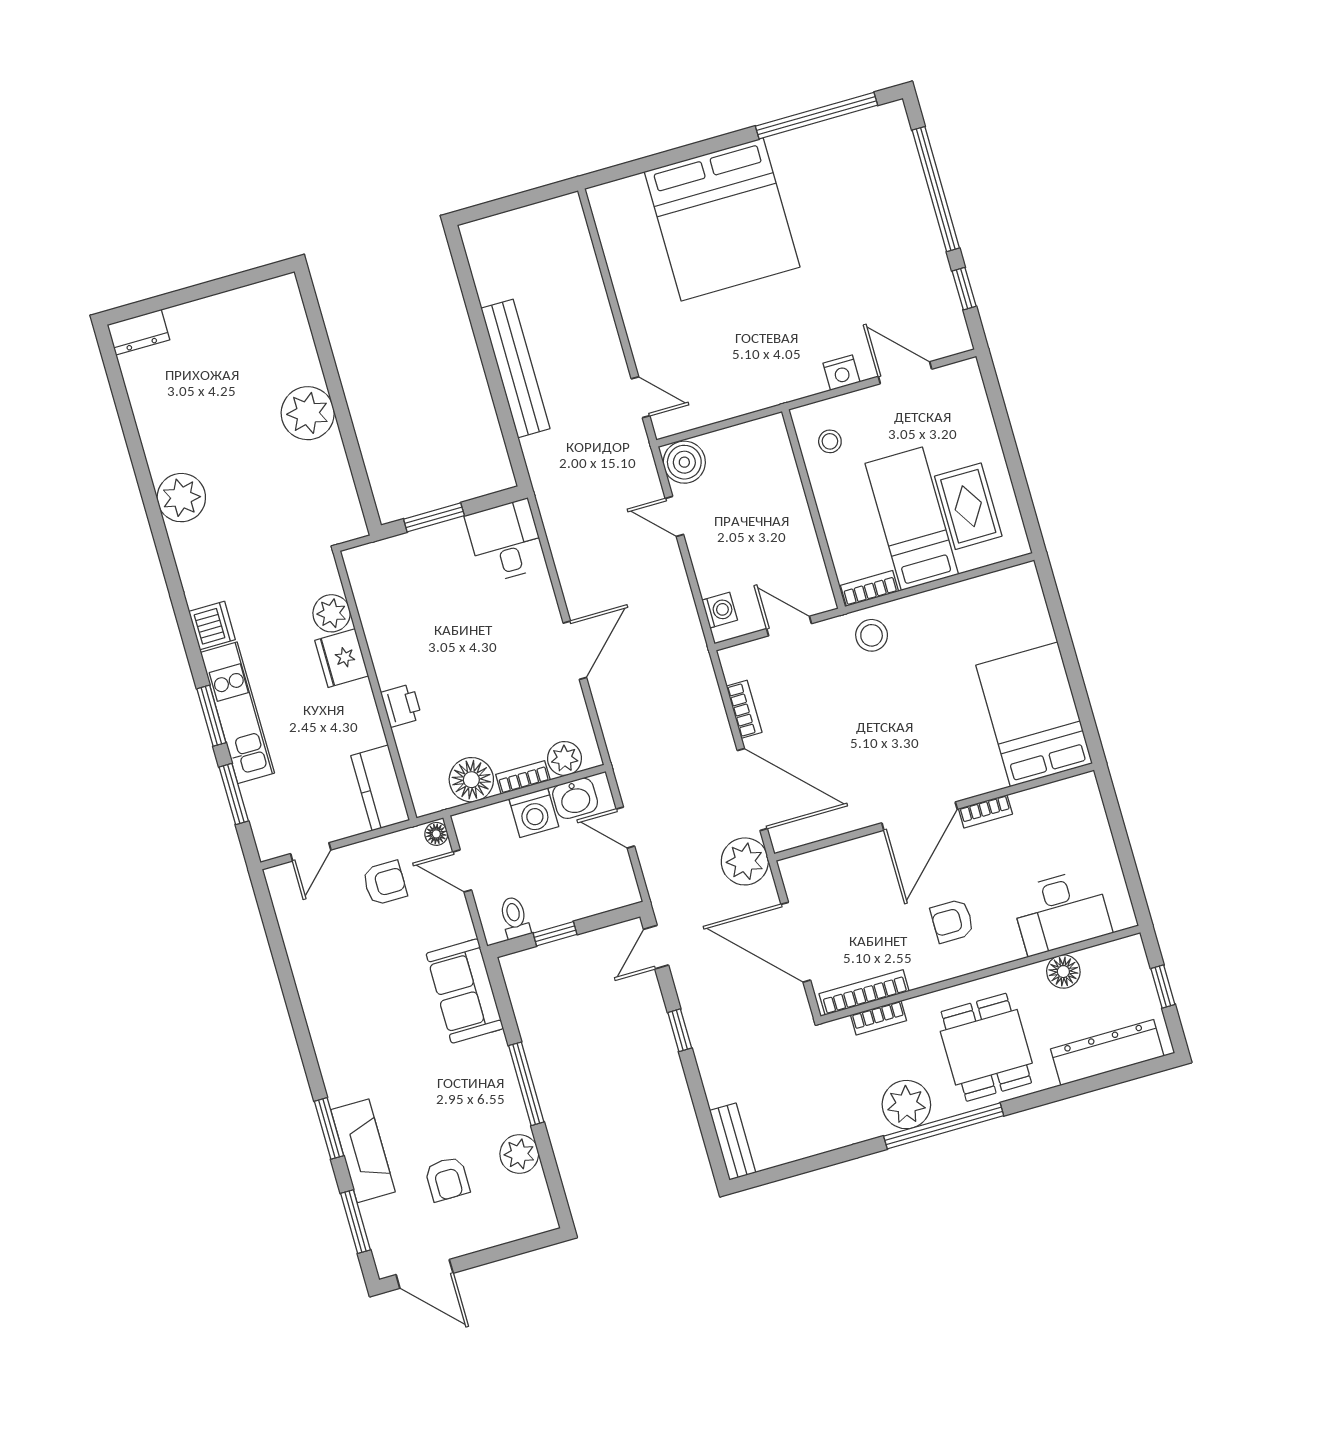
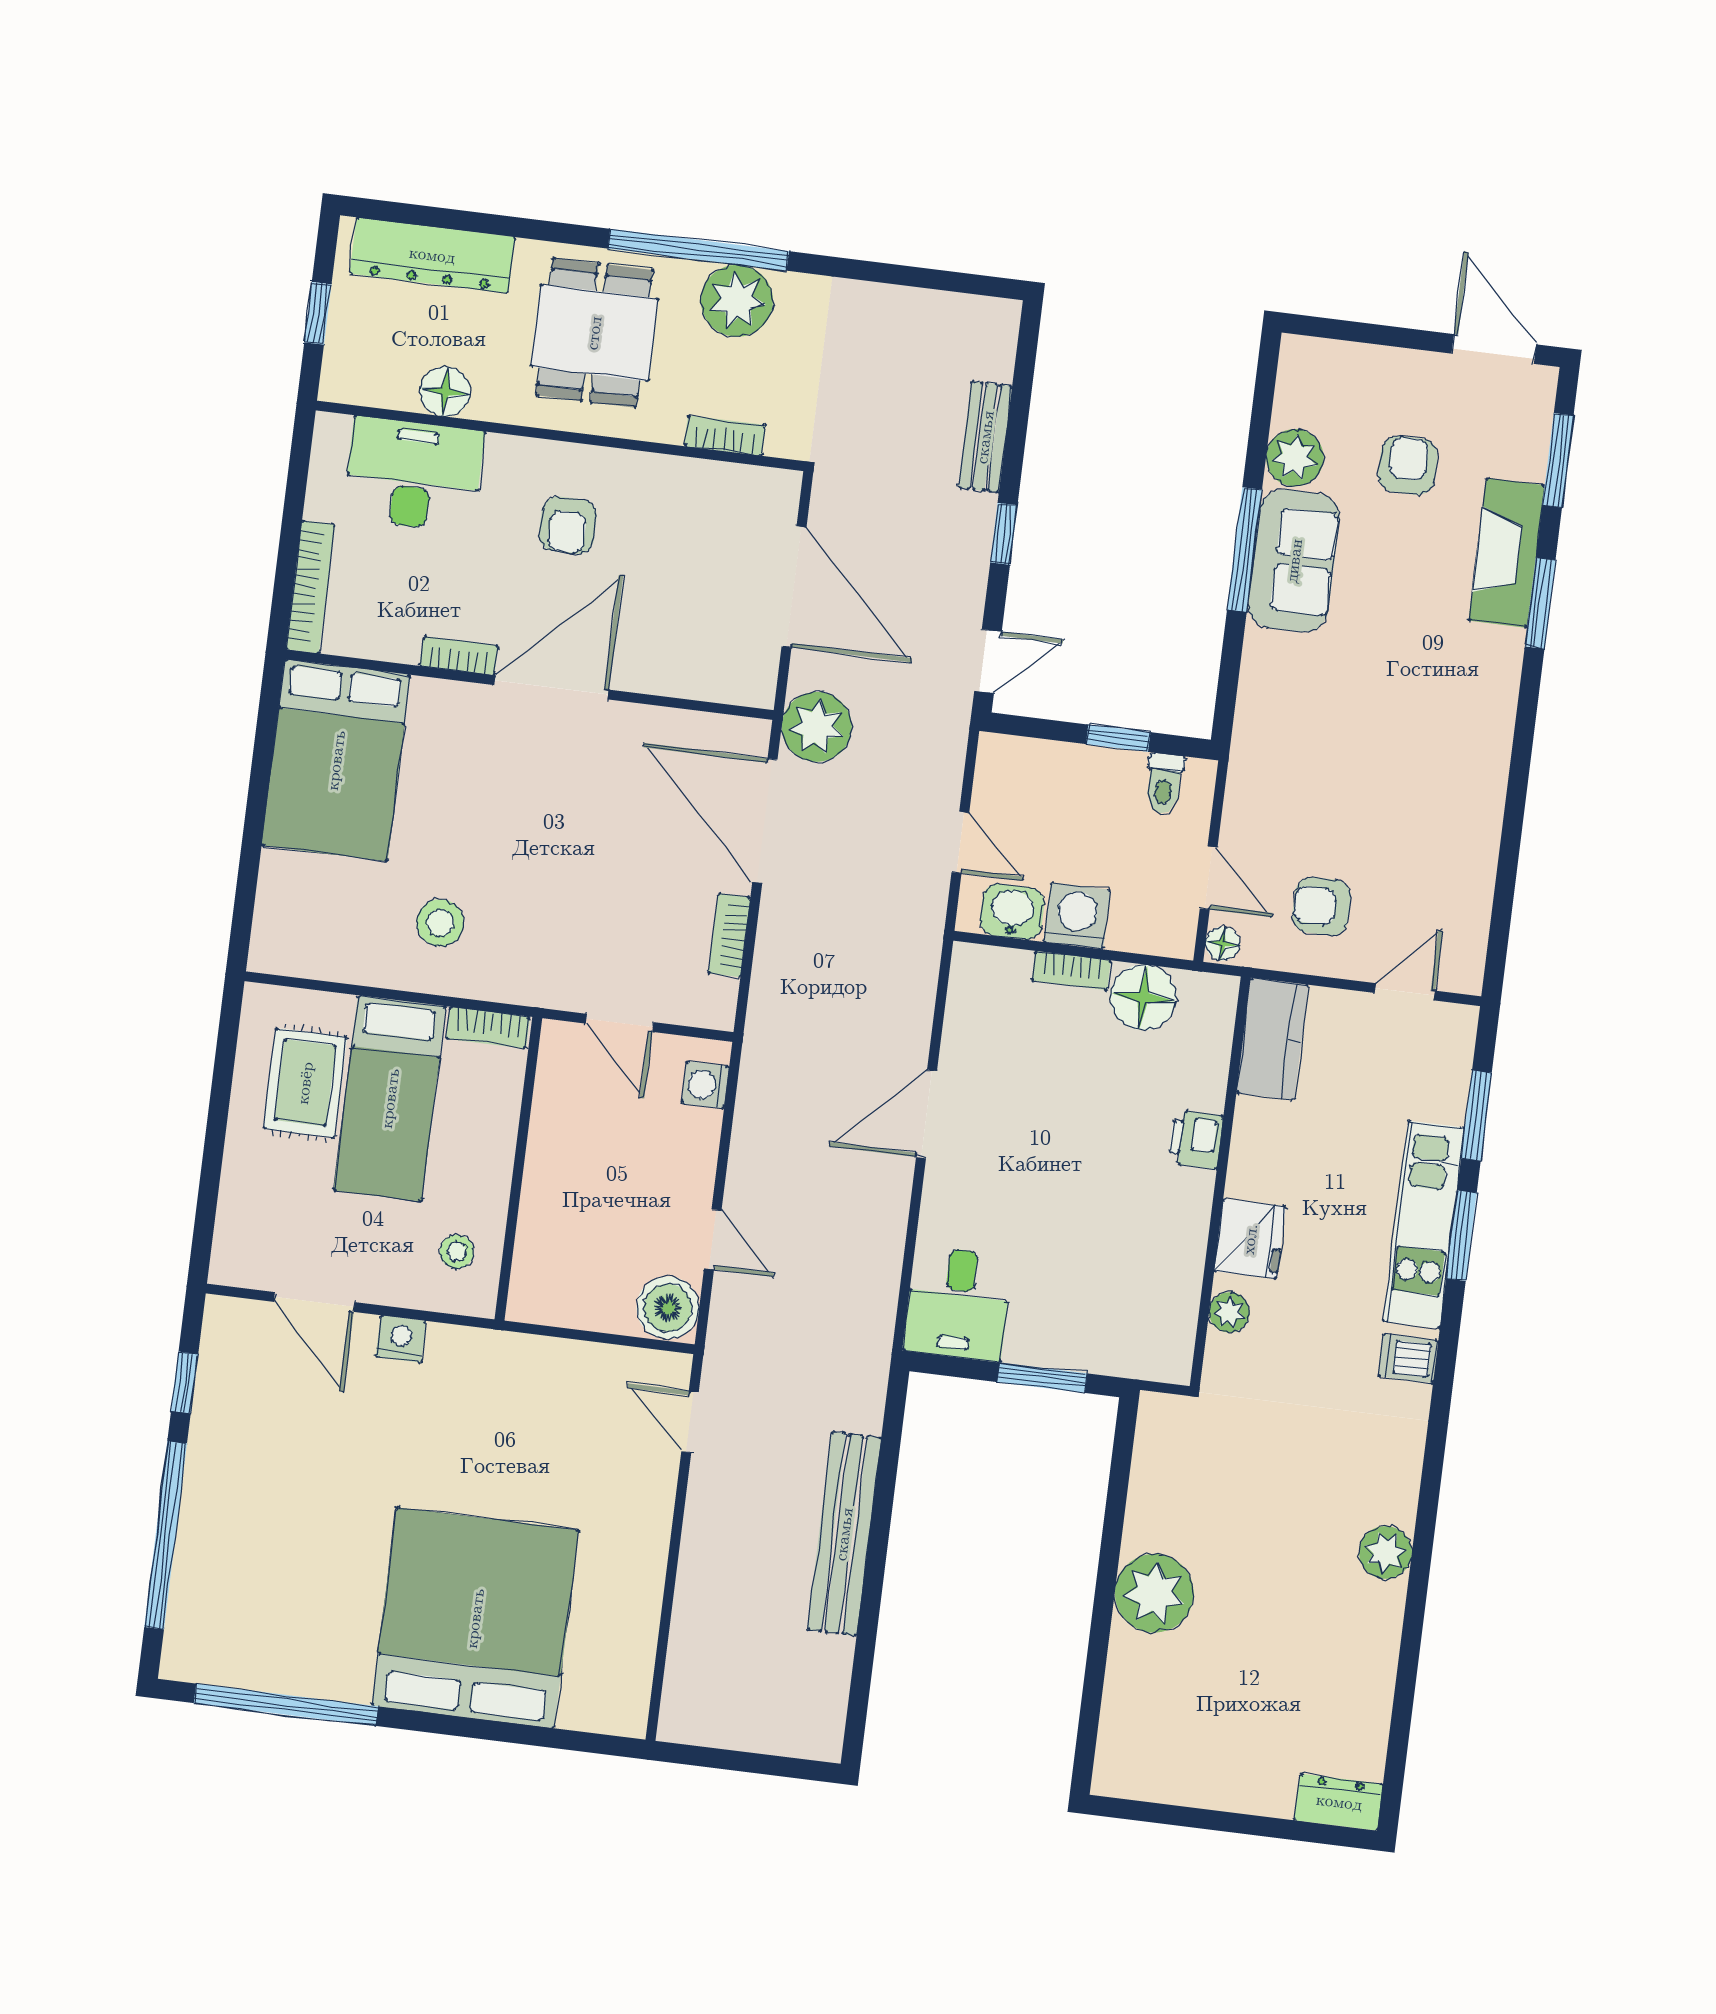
plant: (181, 498) -> (1385, 1552), width x0.73, depth x0.73
plant: (332, 613) -> (1229, 1312), width x0.73, depth x0.73
dishwasher: (212, 626) -> (1408, 1358), width x0.73
stool: (872, 635) -> (440, 923), moved
plant: (565, 758) -> (1003, 972), removed
armchair: (952, 921) -> (568, 525), turned 90
sofa: (465, 991) -> (1294, 561), moved
bookcase: (864, 992) -> (310, 587), moved, turned -90
bench: (733, 1142) -> (985, 437), moved

